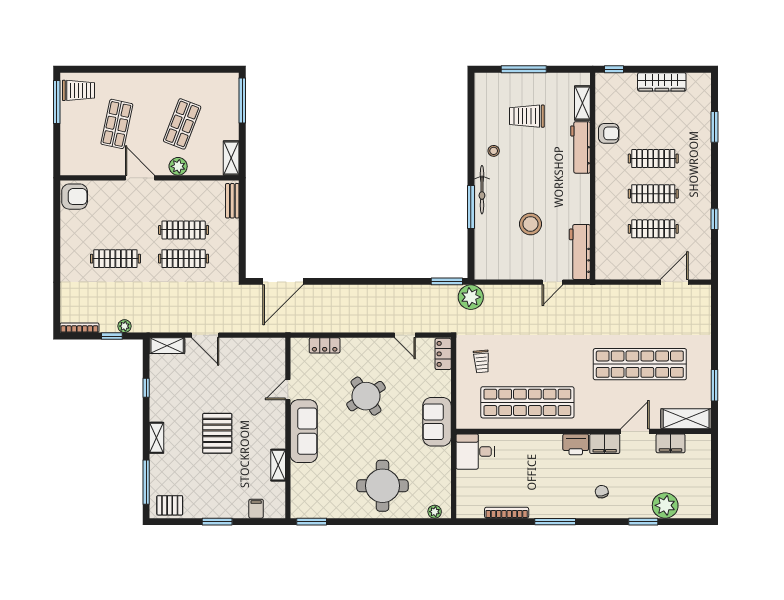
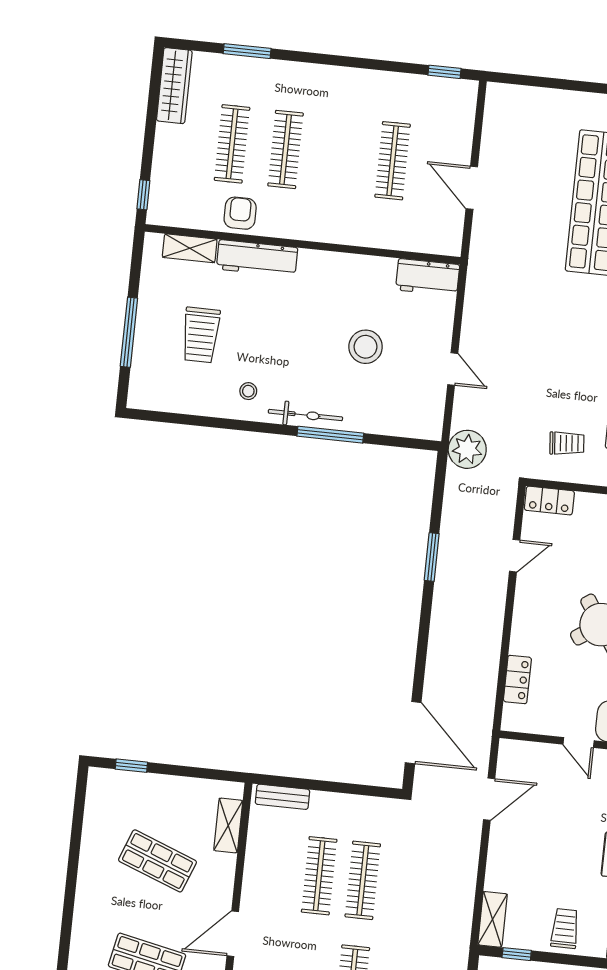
wardrobe: (662, 82) -> (174, 86), moved
window: (242, 100) -> (131, 766), width x0.46
shelving: (231, 158) -> (228, 825), moved, turned 90
plant: (178, 166) -> (221, 874), removed
clothes rail: (653, 194) -> (232, 144), moved
window: (715, 219) -> (444, 72), moved
workbench: (580, 252) -> (428, 277), width x0.73
window: (447, 281) -> (432, 557), moved
door: (552, 282) -> (453, 369), moved
door: (674, 282) -> (472, 188), moved
door: (205, 335) -> (489, 799), moved
window: (146, 388) -> (517, 954), moved
trolley: (166, 393) -> (565, 928), added

